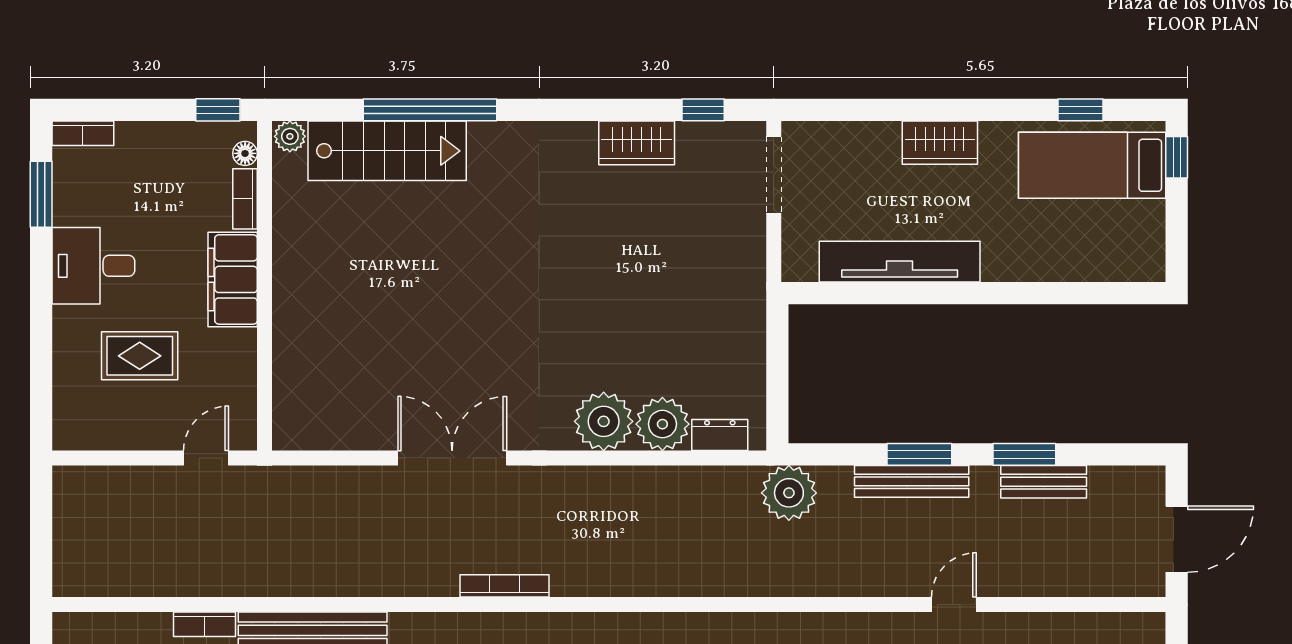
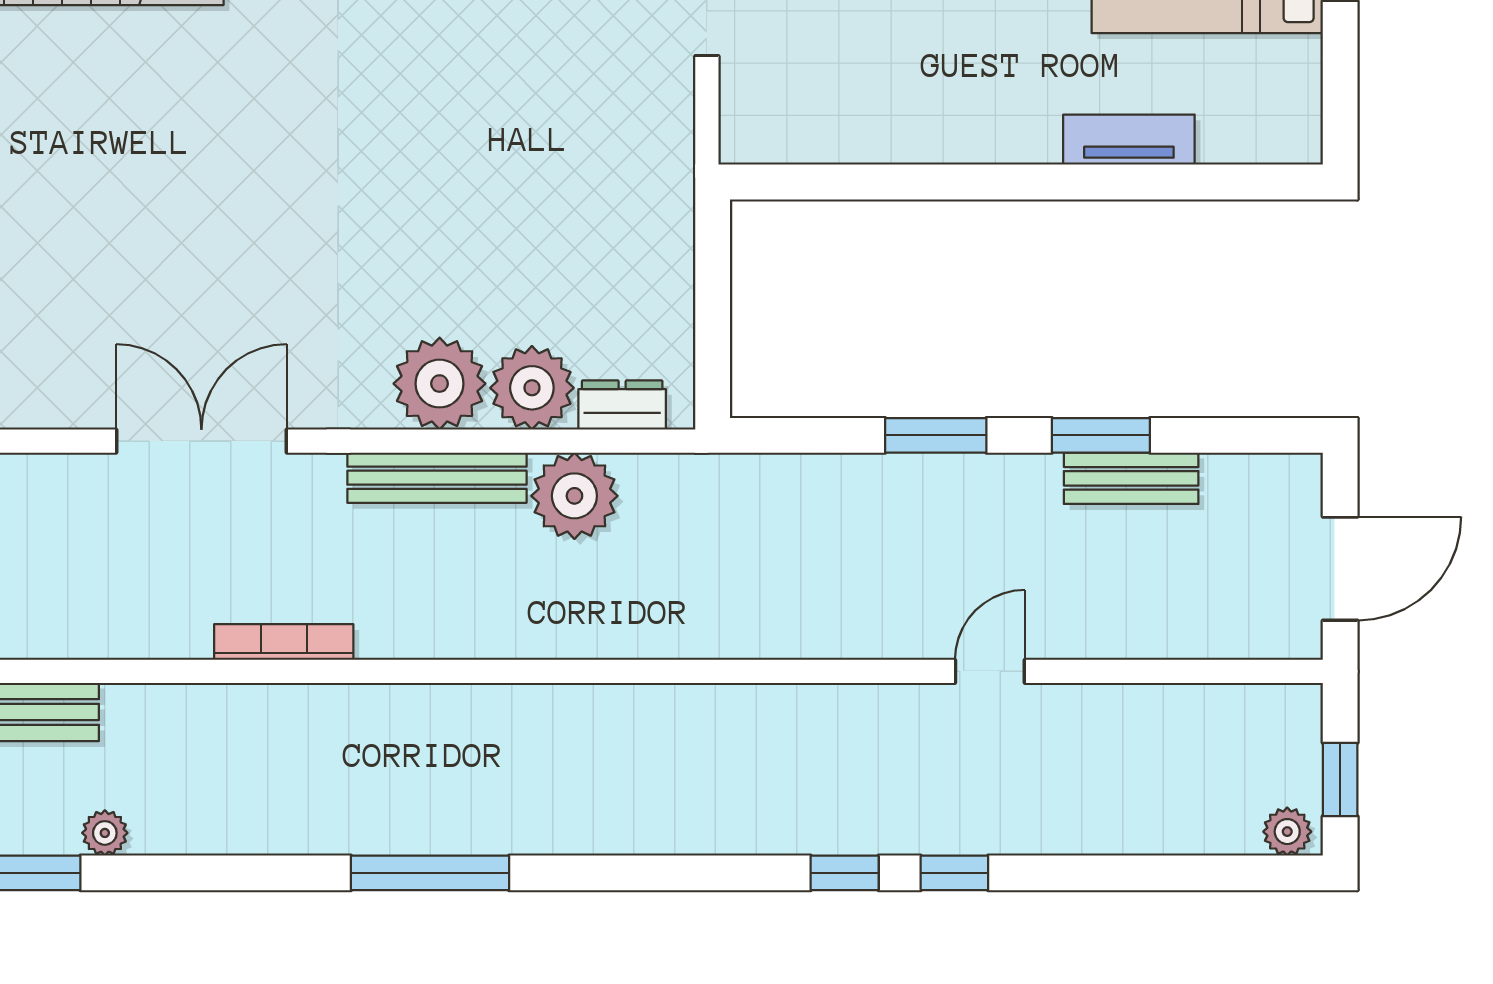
tv unit: (900, 262) -> (1129, 140), moved, width x0.52, depth x0.78
bench: (912, 481) -> (437, 478), moved
plant: (789, 493) -> (574, 496), moved

